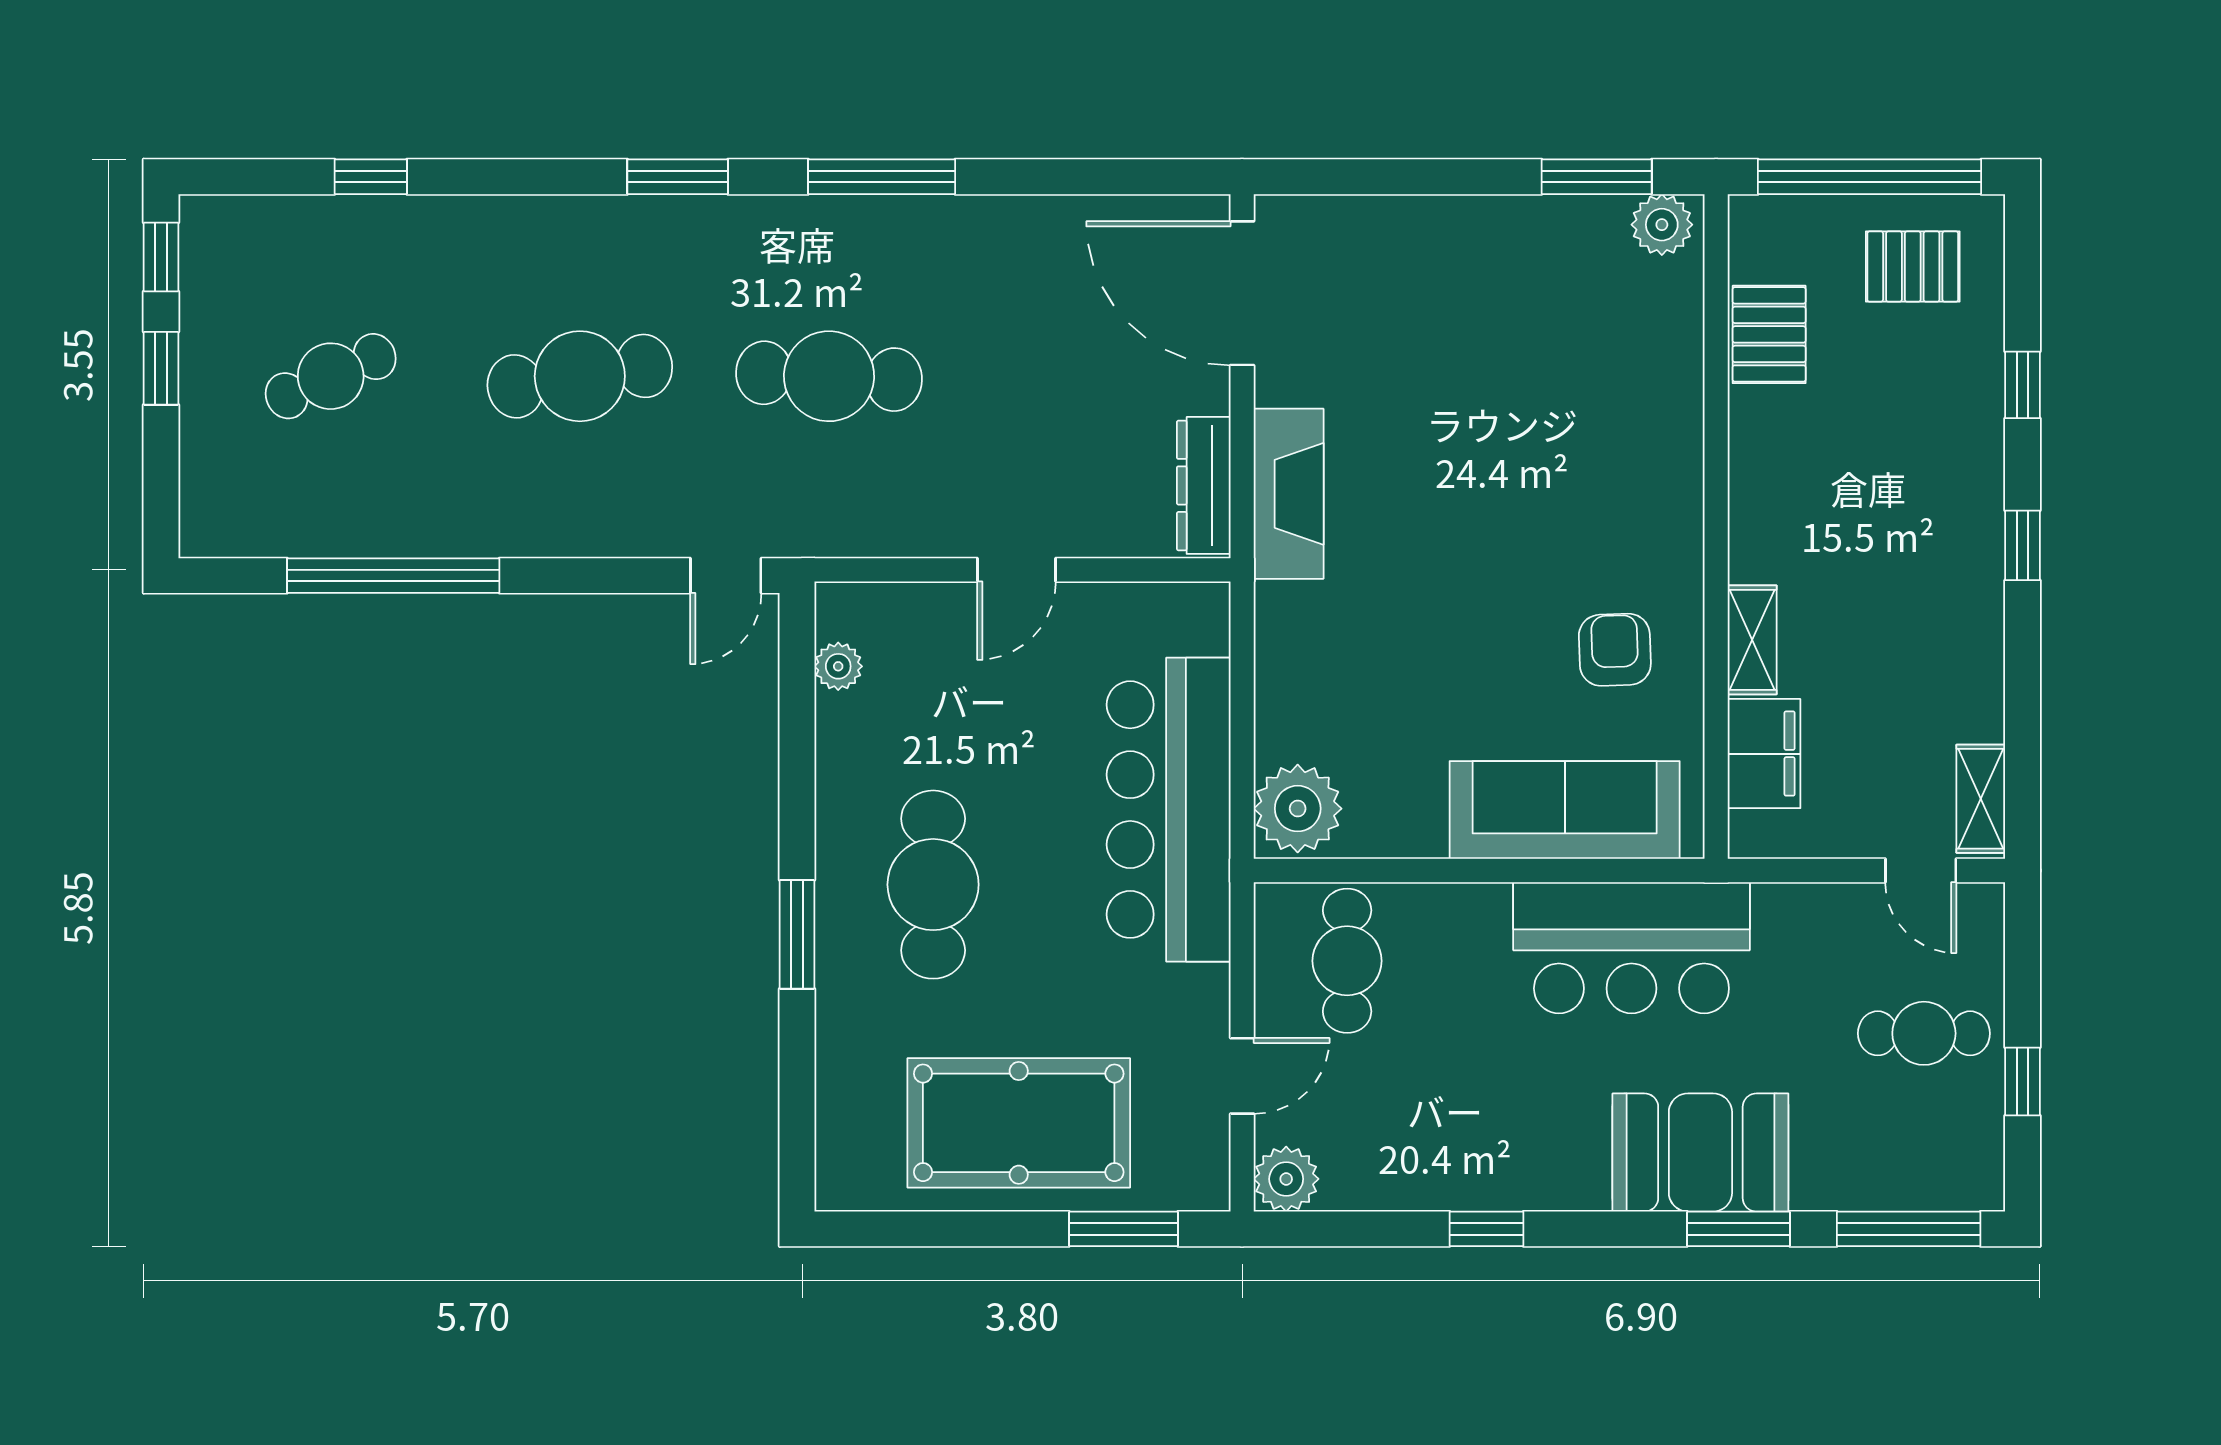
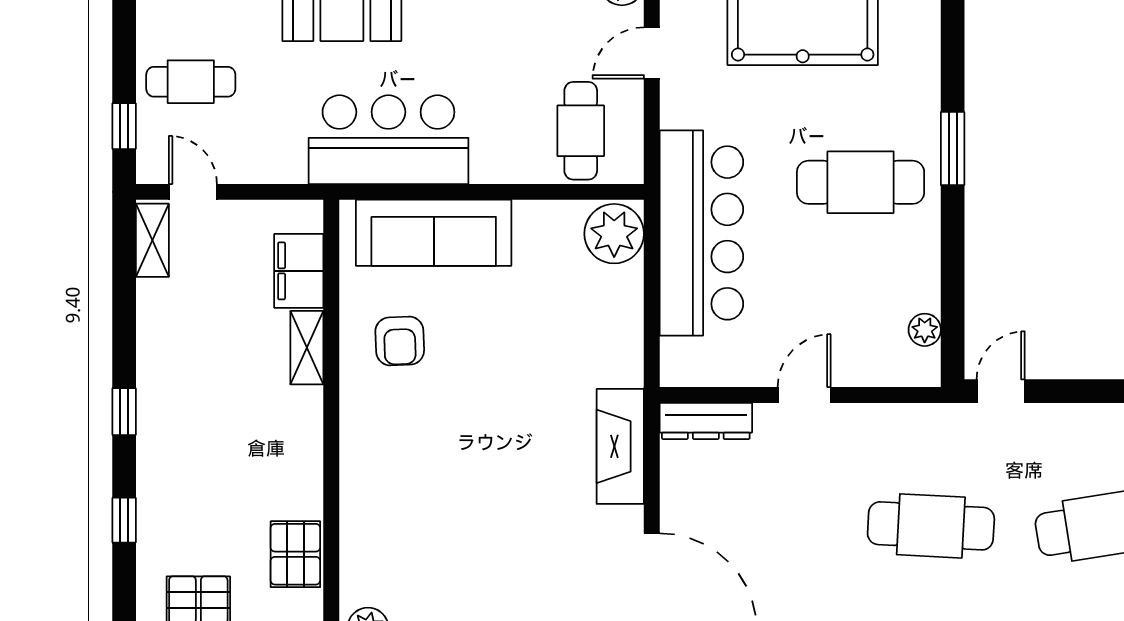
dresser: (1204, 485) -> (706, 421), moved, turned 90
cafe table: (933, 885) -> (861, 182), turned 90
window: (2023, 1082) -> (124, 126), moved

